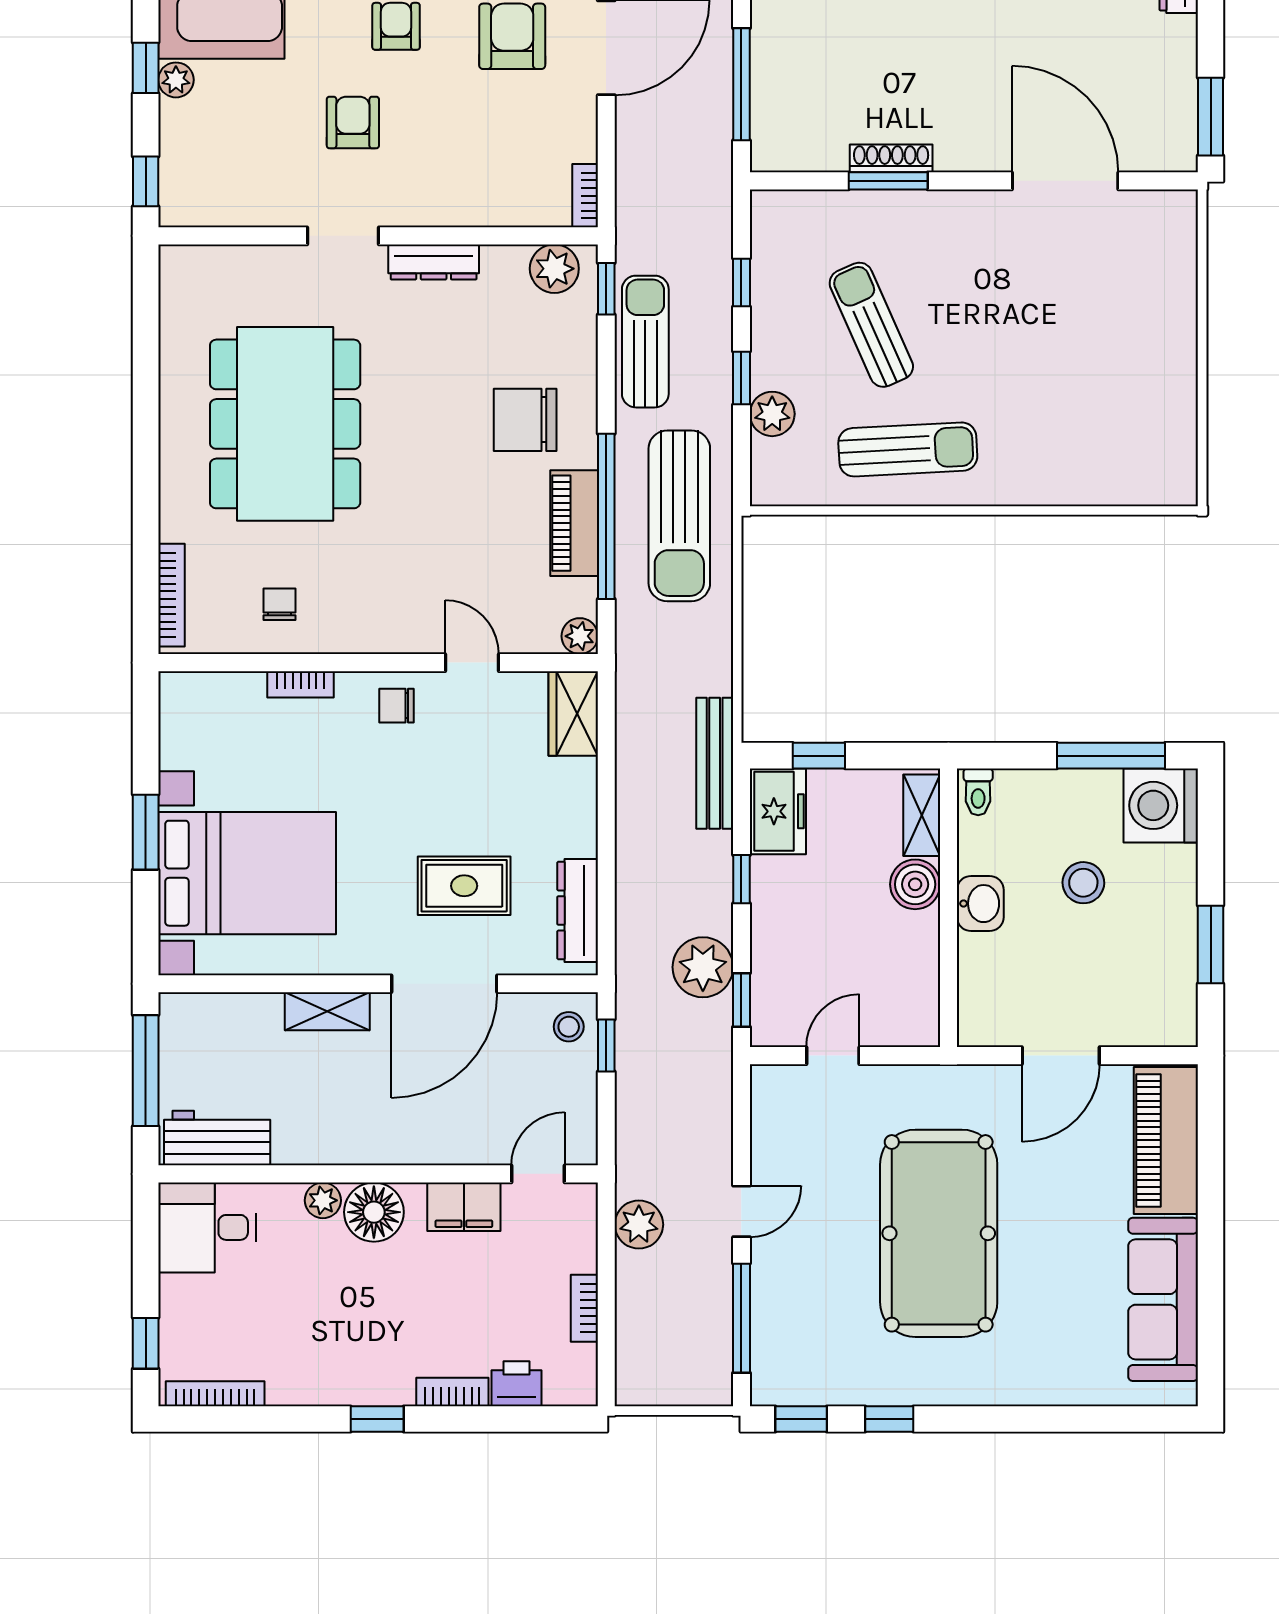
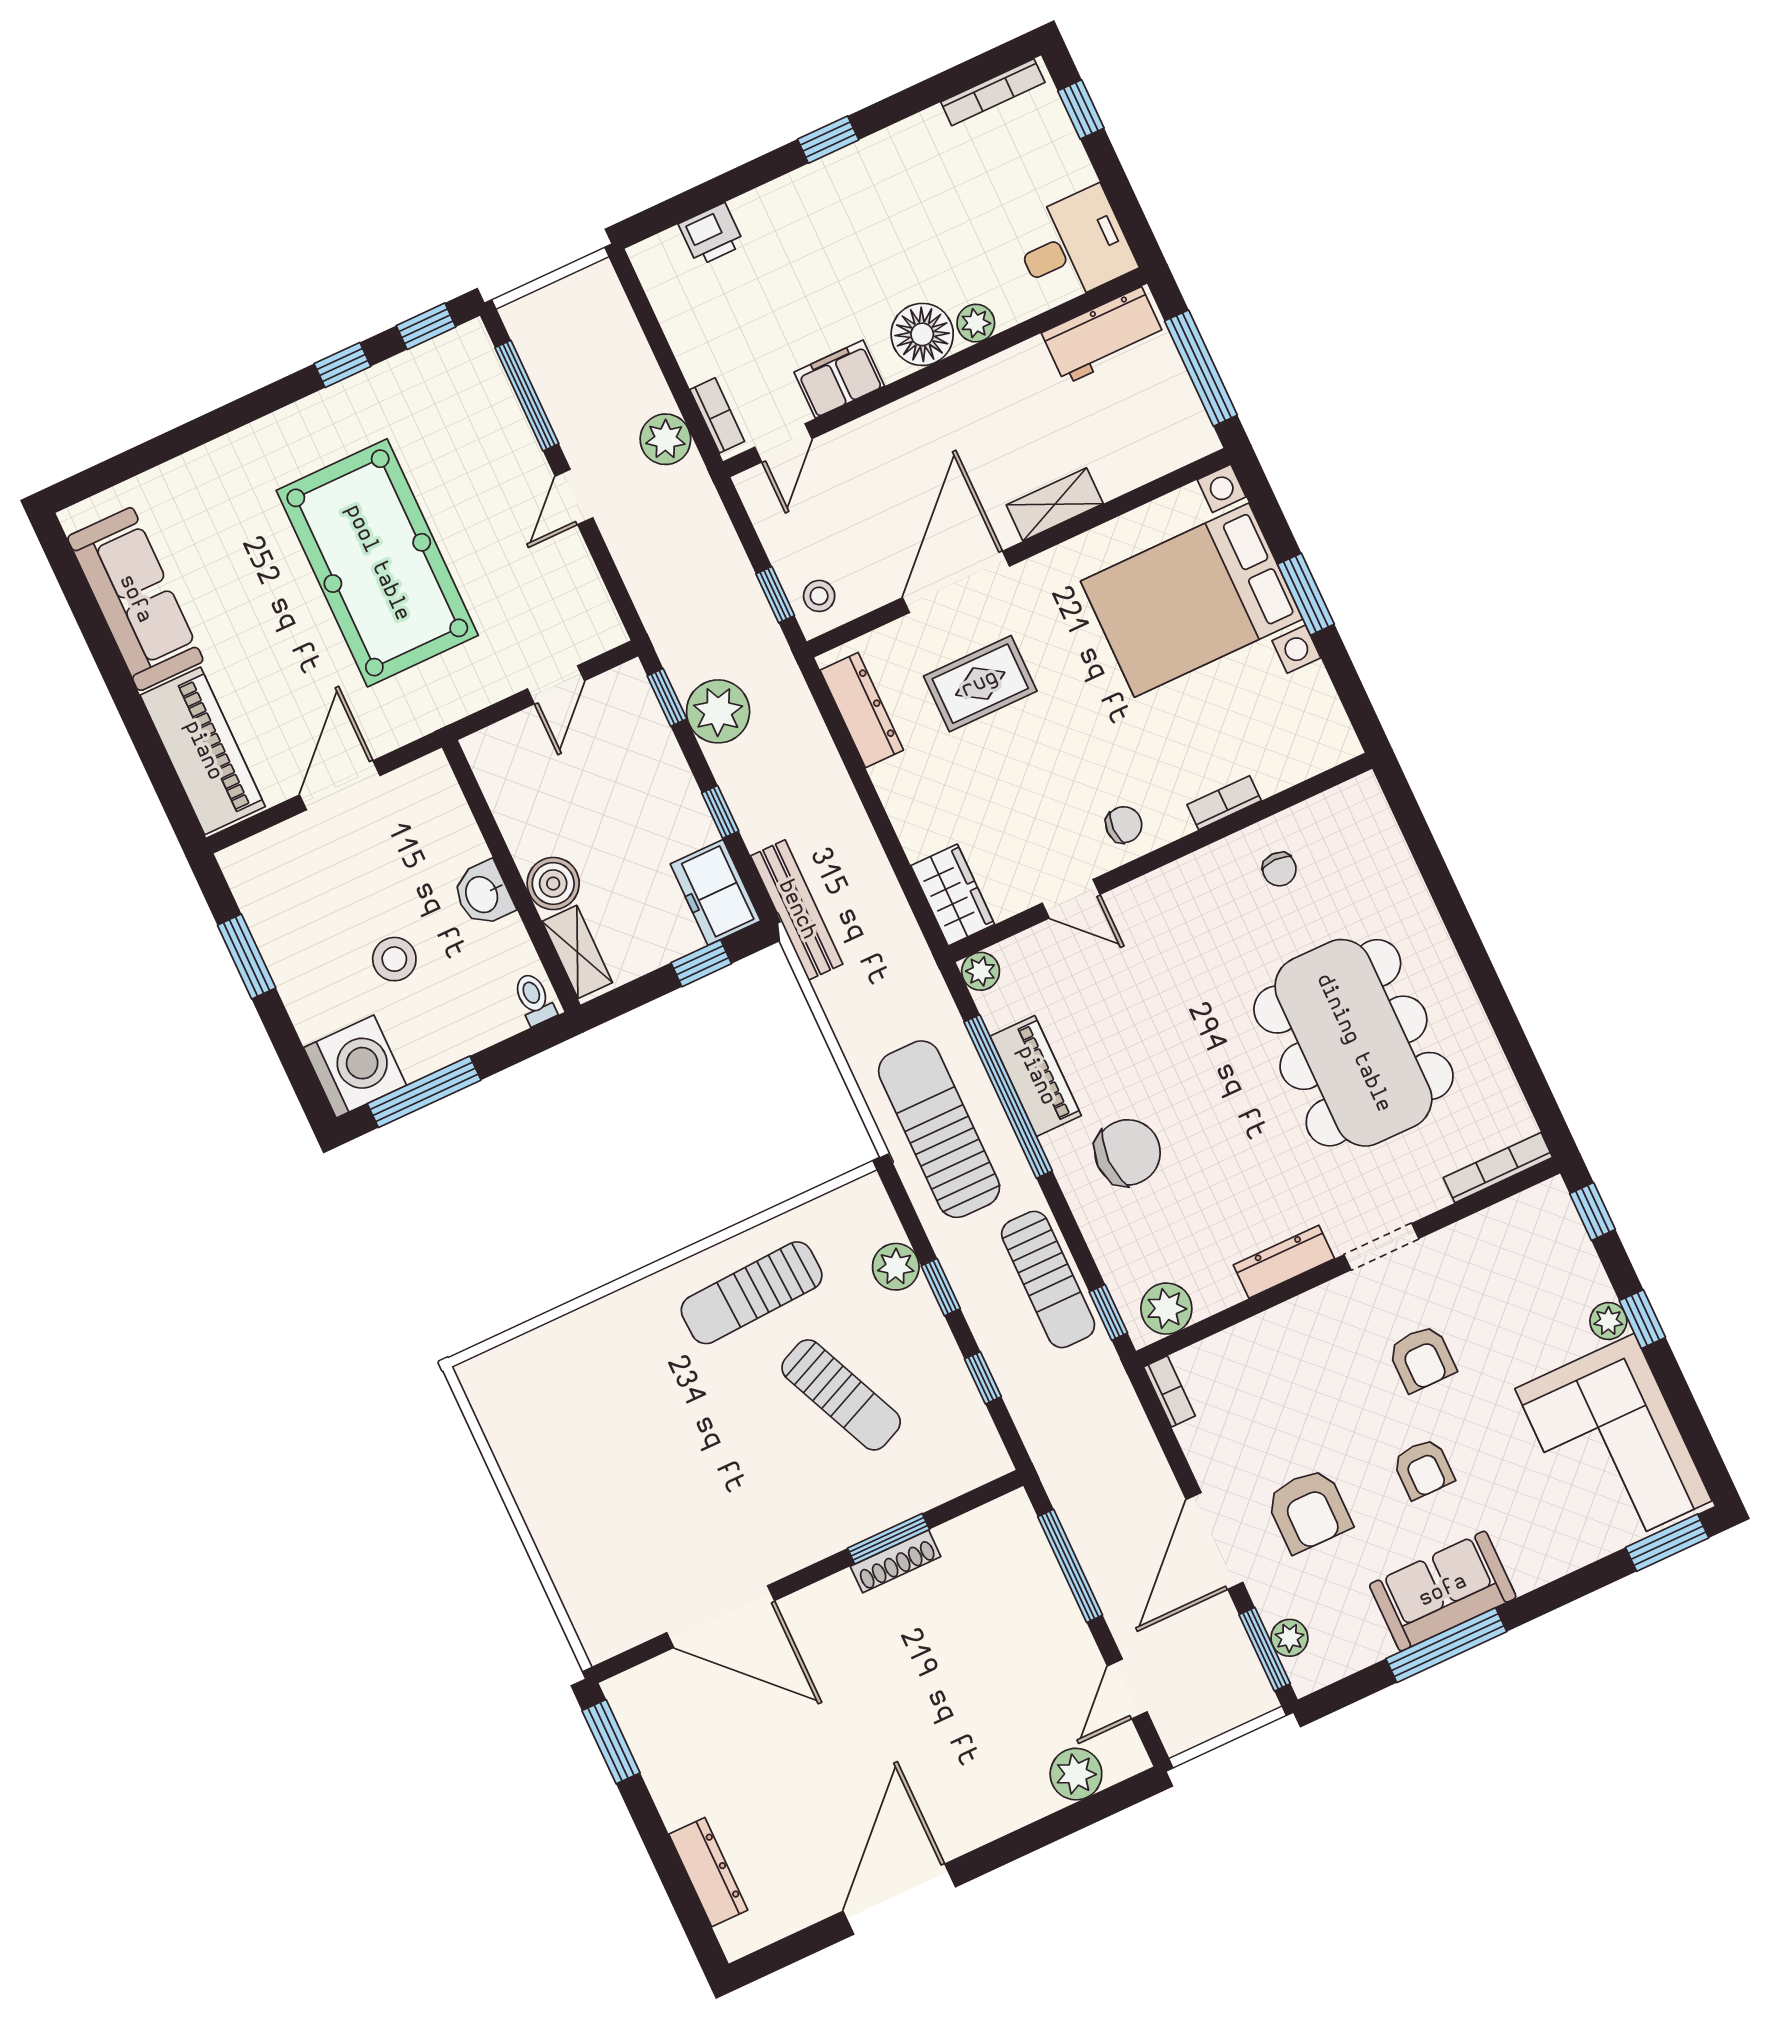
bookcase: (172, 595) -> (1498, 1168), moved, turned 90
bookcase: (584, 1308) -> (717, 415), moved
bookcase: (452, 1392) -> (769, 198), removed

